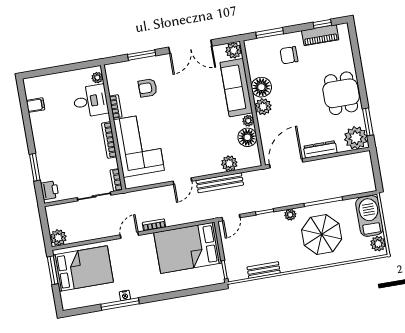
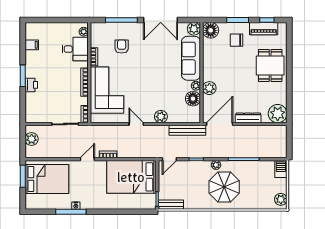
window: (270, 33) -> (238, 20), moved
window: (142, 55) -> (121, 20), width x1.44
floor lamp: (261, 87) -> (211, 30), moved
armchair: (148, 88) -> (122, 46), turned 90
dining table: (341, 93) -> (270, 65), moved
plant: (263, 107) -> (209, 88), moved
window: (368, 122) -> (289, 103), removed
plant: (229, 163) -> (161, 117), moved
window: (35, 167) -> (23, 76), moved
door: (182, 181) -> (136, 124), swing flipped
bench: (220, 183) -> (187, 130), moved
printer: (50, 190) -> (31, 85), moved
barbecue: (370, 216) -> (281, 169), width x0.53, depth x0.65
parasol: (322, 234) -> (224, 187), moved
plant: (58, 238) -> (32, 139), moved
bench: (264, 270) -> (171, 205), moved

